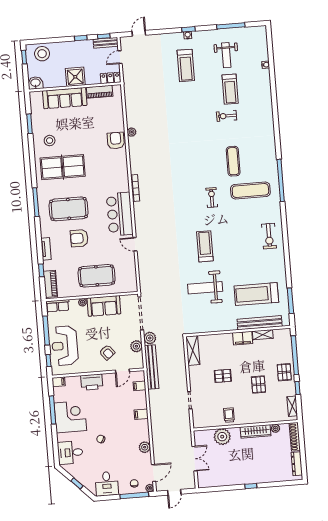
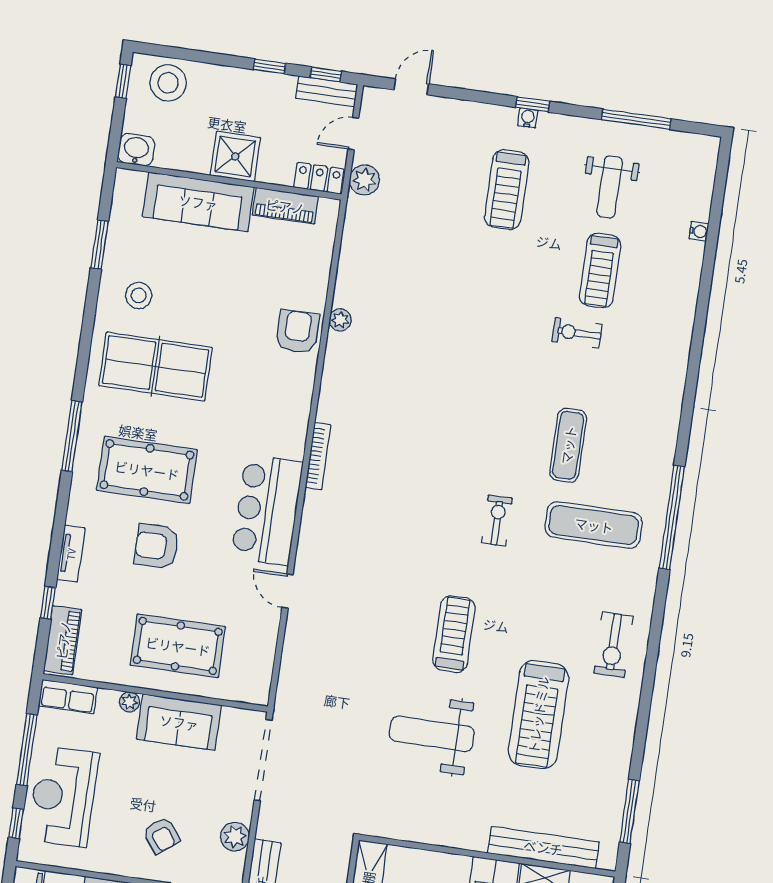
treadmill: (256, 294) -> (538, 715), moved, turned -90
plant: (150, 338) -> (364, 180), moved

